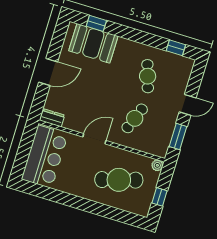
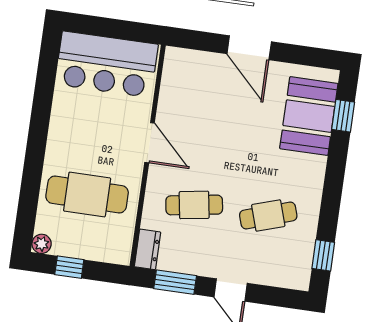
dresser: (52, 118) -> (148, 249), moved
cafe table: (135, 118) -> (194, 205), turned -30
plant: (157, 165) -> (42, 244), moved
cafe table: (119, 180) -> (87, 195), turned -74

